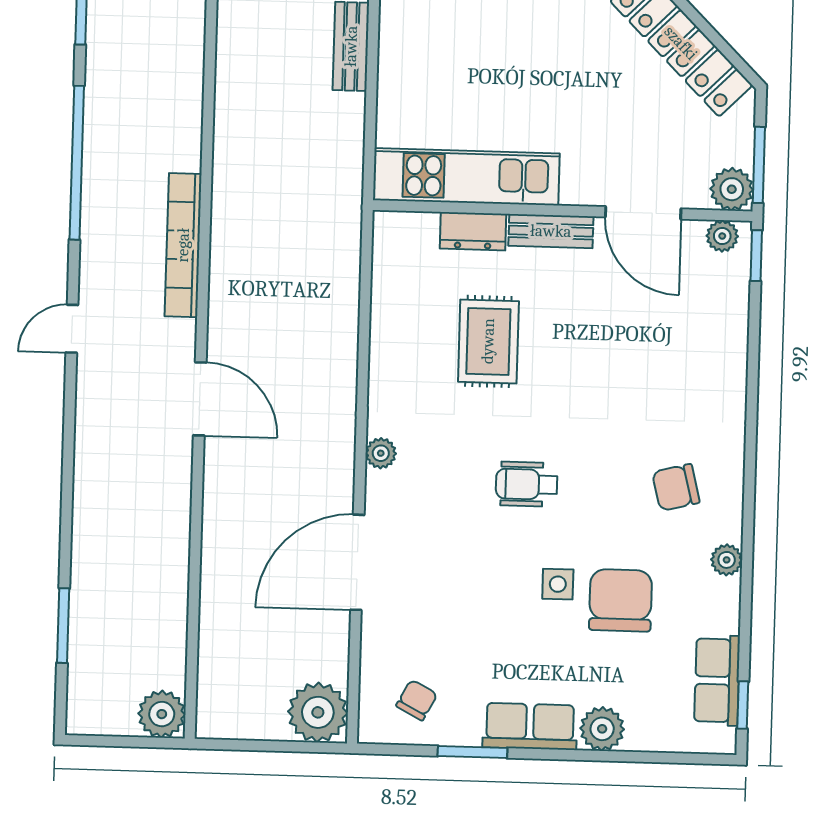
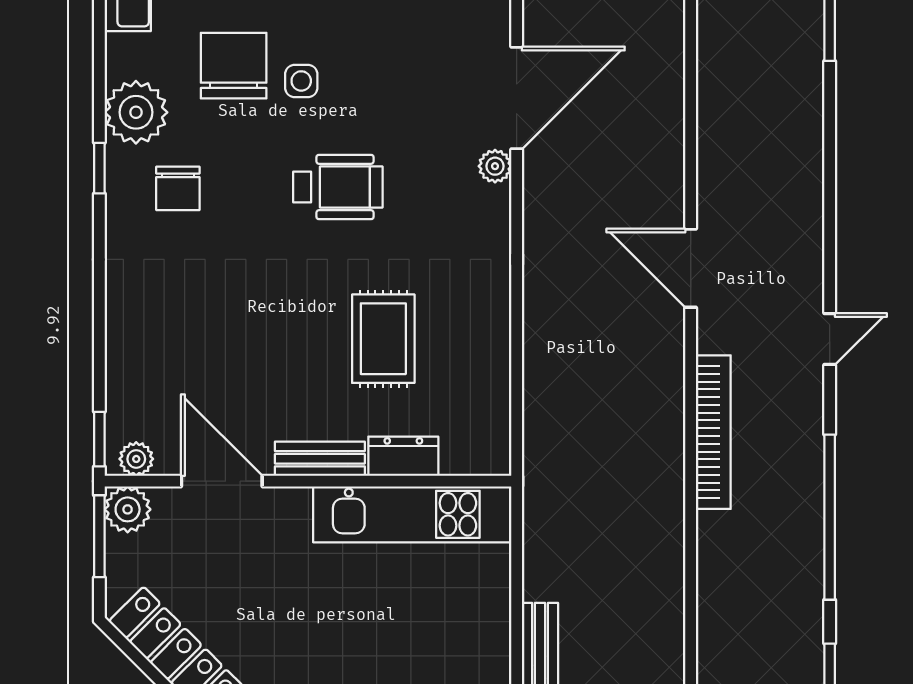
plant: (381, 453) -> (495, 166), moved
wheelchair: (527, 484) -> (338, 187), width x1.36, depth x1.37
chair: (676, 487) -> (178, 188), turned 104
window: (749, 508) -> (99, 168), added
plant: (727, 560) -> (136, 112), width x1.88, depth x1.88
chair: (621, 600) -> (234, 66), turned 180

